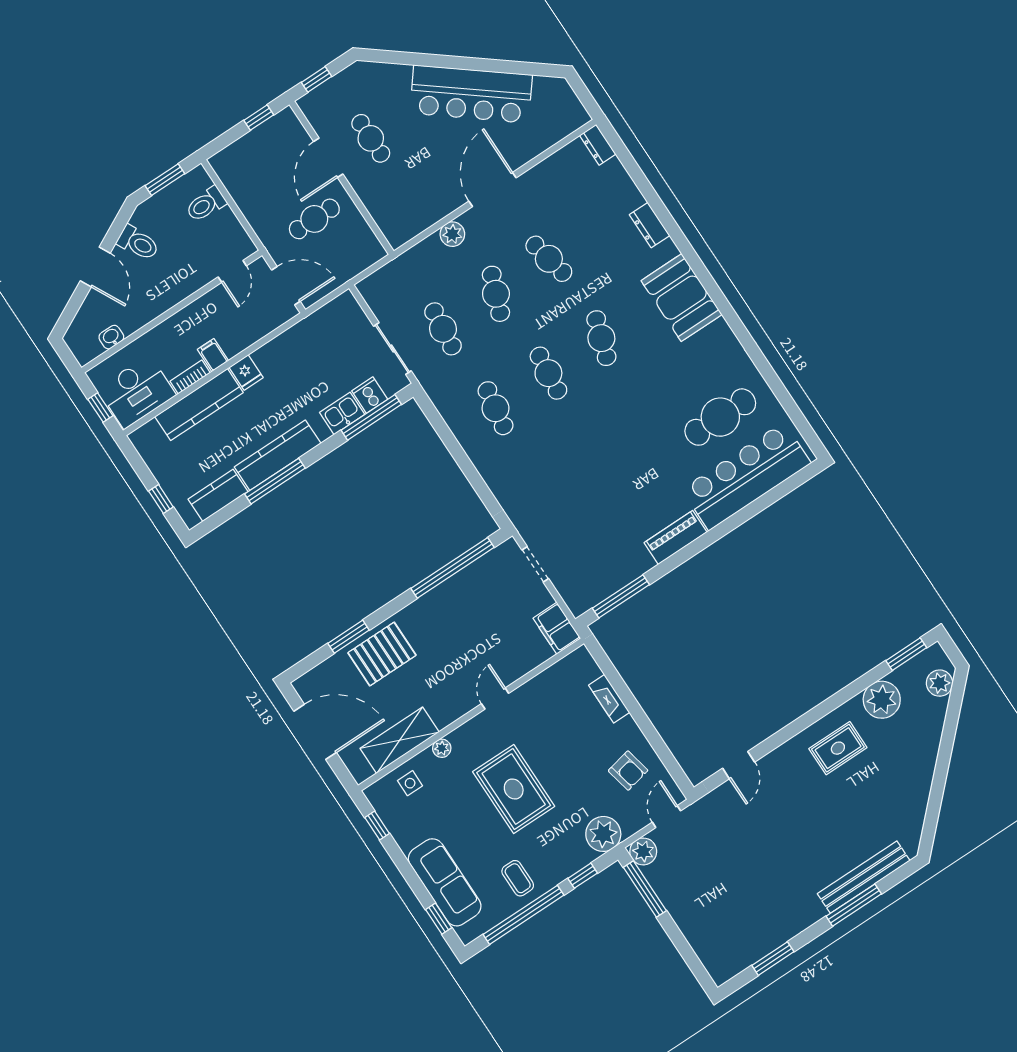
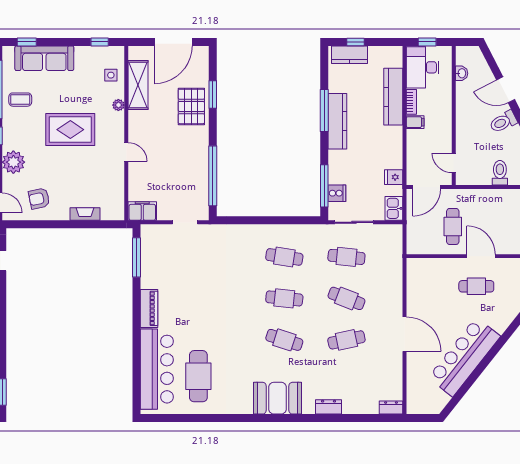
plant: (452, 234) -> (395, 296), removed
fridge: (246, 372) -> (394, 177), moved
kitchen sink: (342, 413) -> (394, 208), moved, turned 180
kitchen counter: (218, 495) -> (349, 55), moved, turned 90

